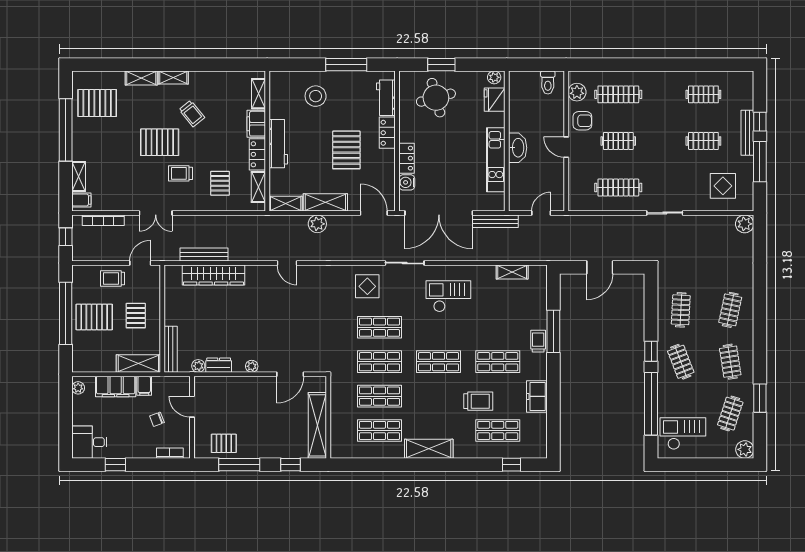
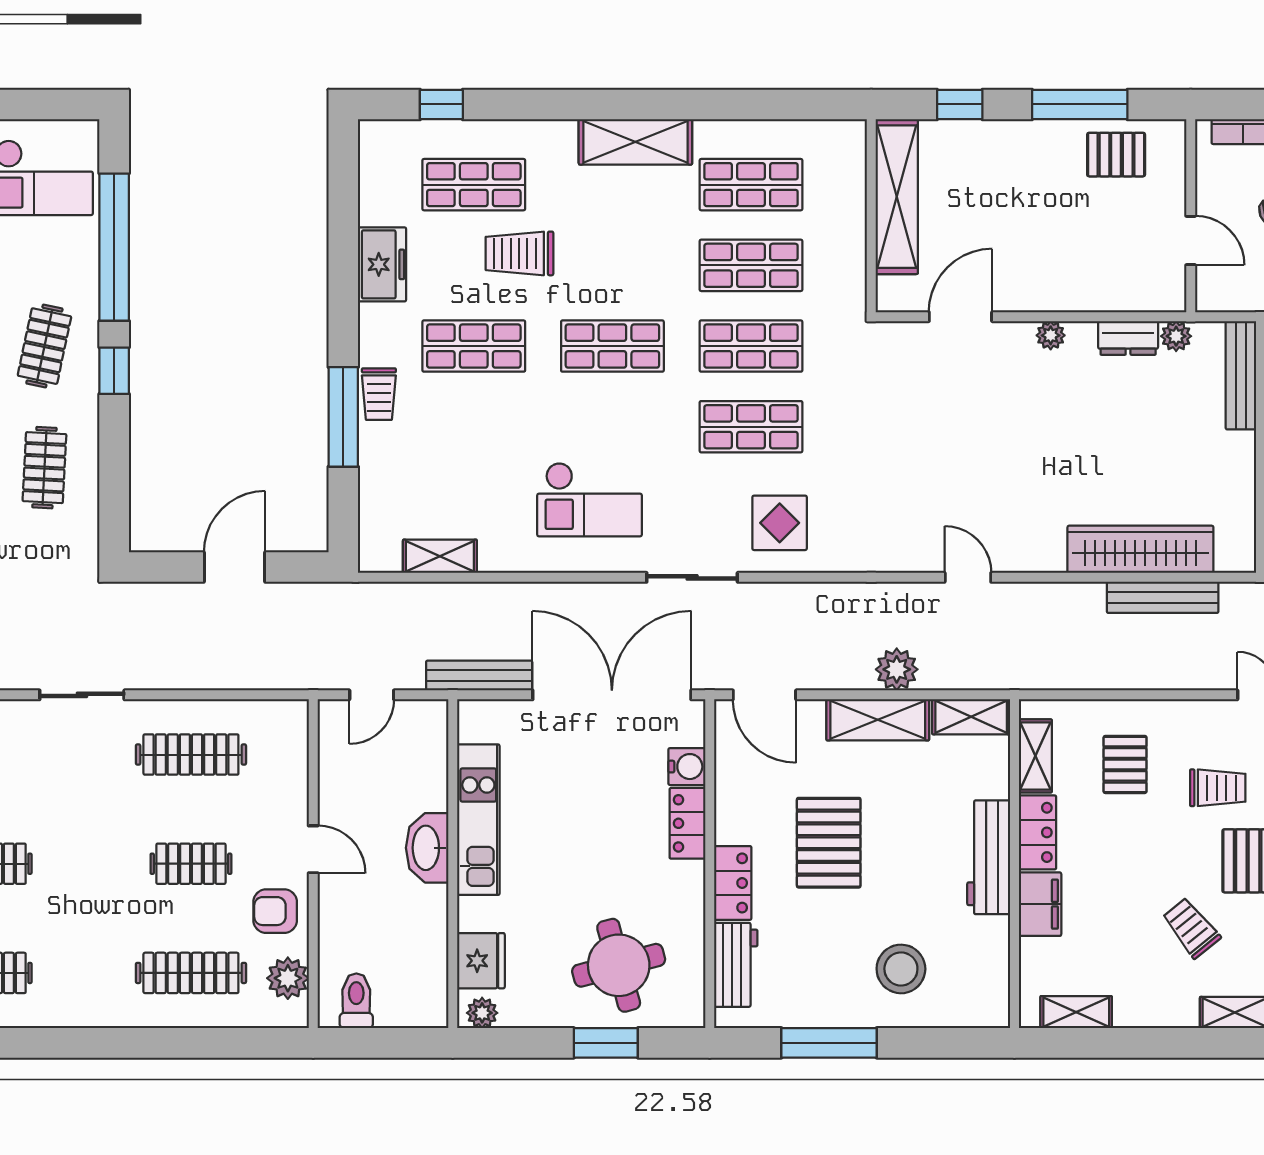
shelving: (258, 94) -> (1076, 1012), moved, turned 90
clothes rail: (681, 362) -> (44, 346), turned 33

